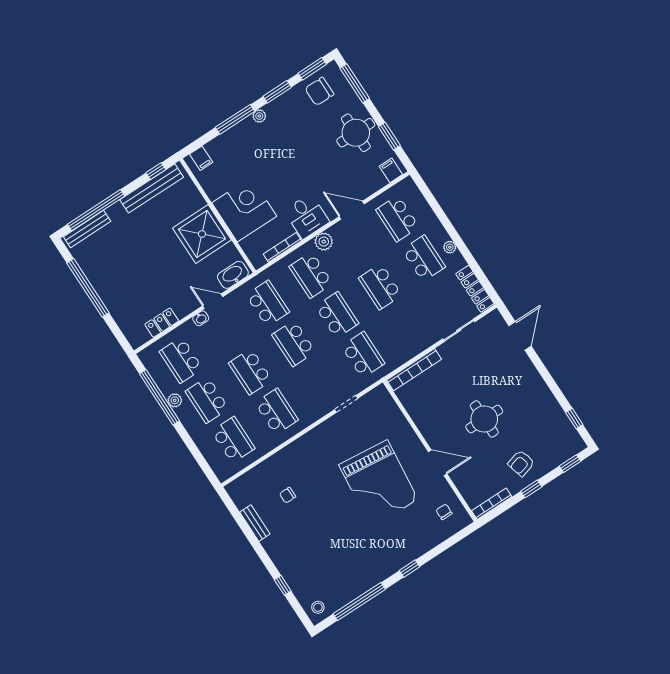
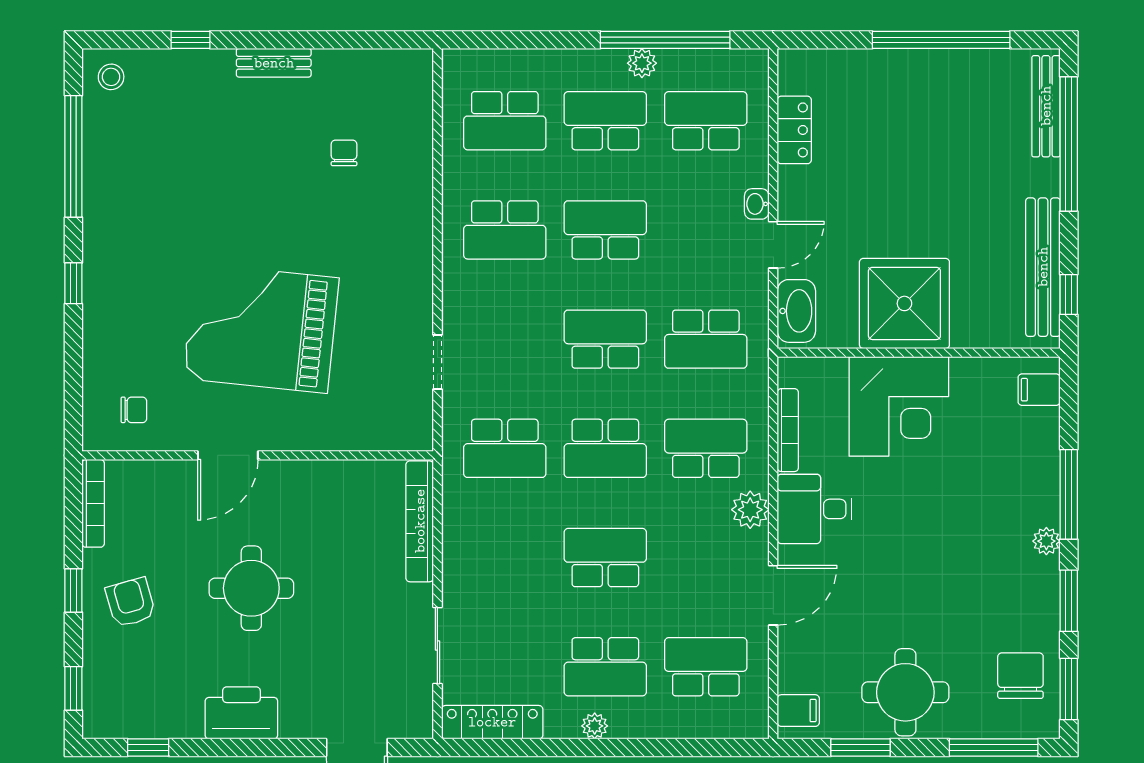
printer: (536, 391) -> (241, 713), added
bench: (255, 523) -> (274, 63), moved

